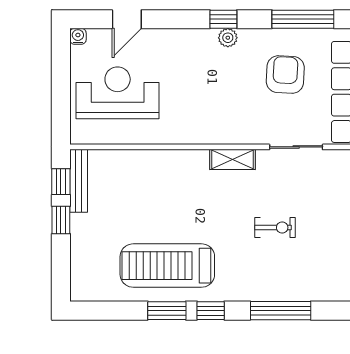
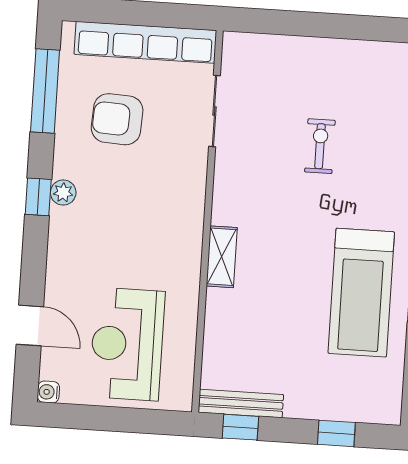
shelving: (233, 159) -> (222, 257), moved
window: (61, 220) -> (336, 433), moved

